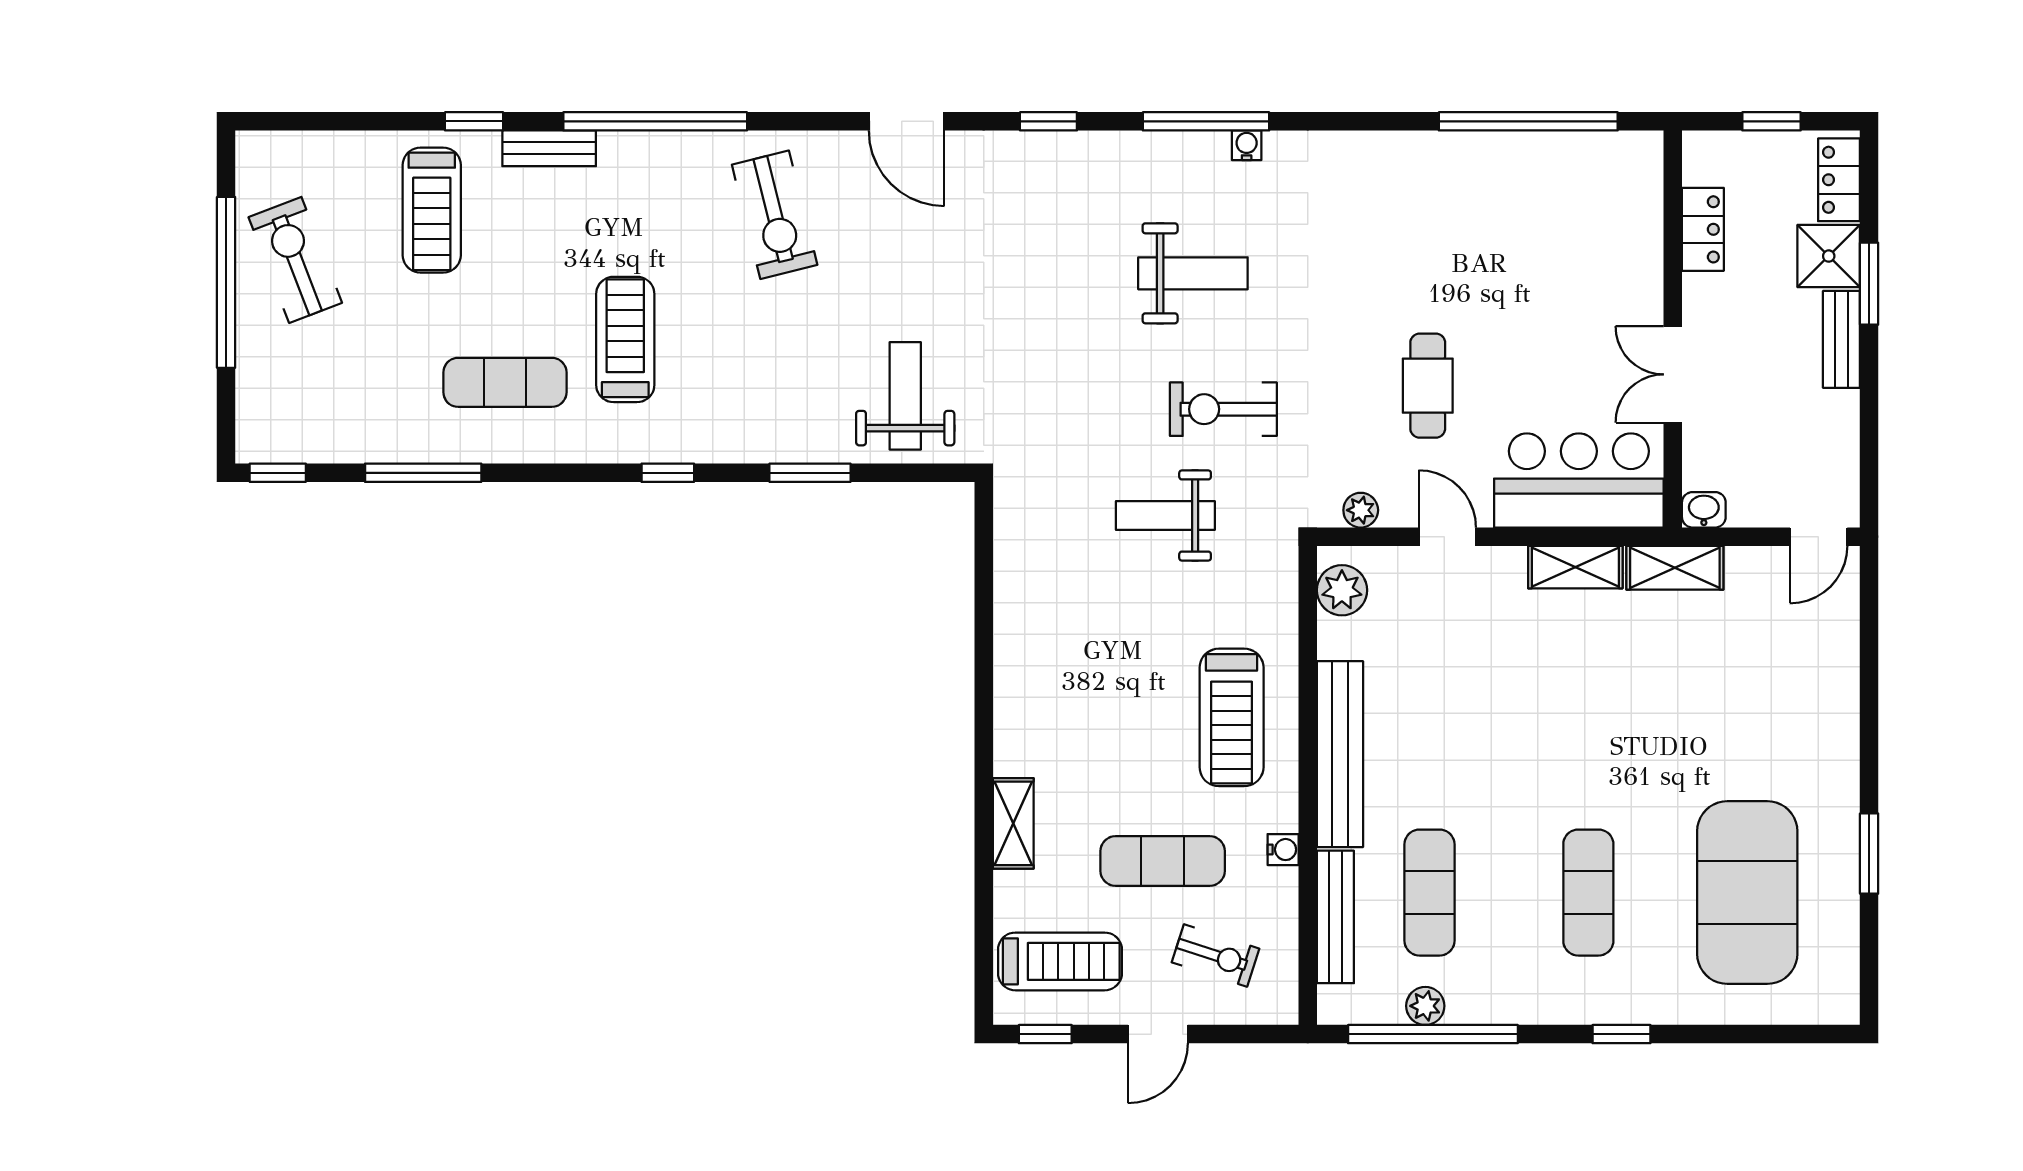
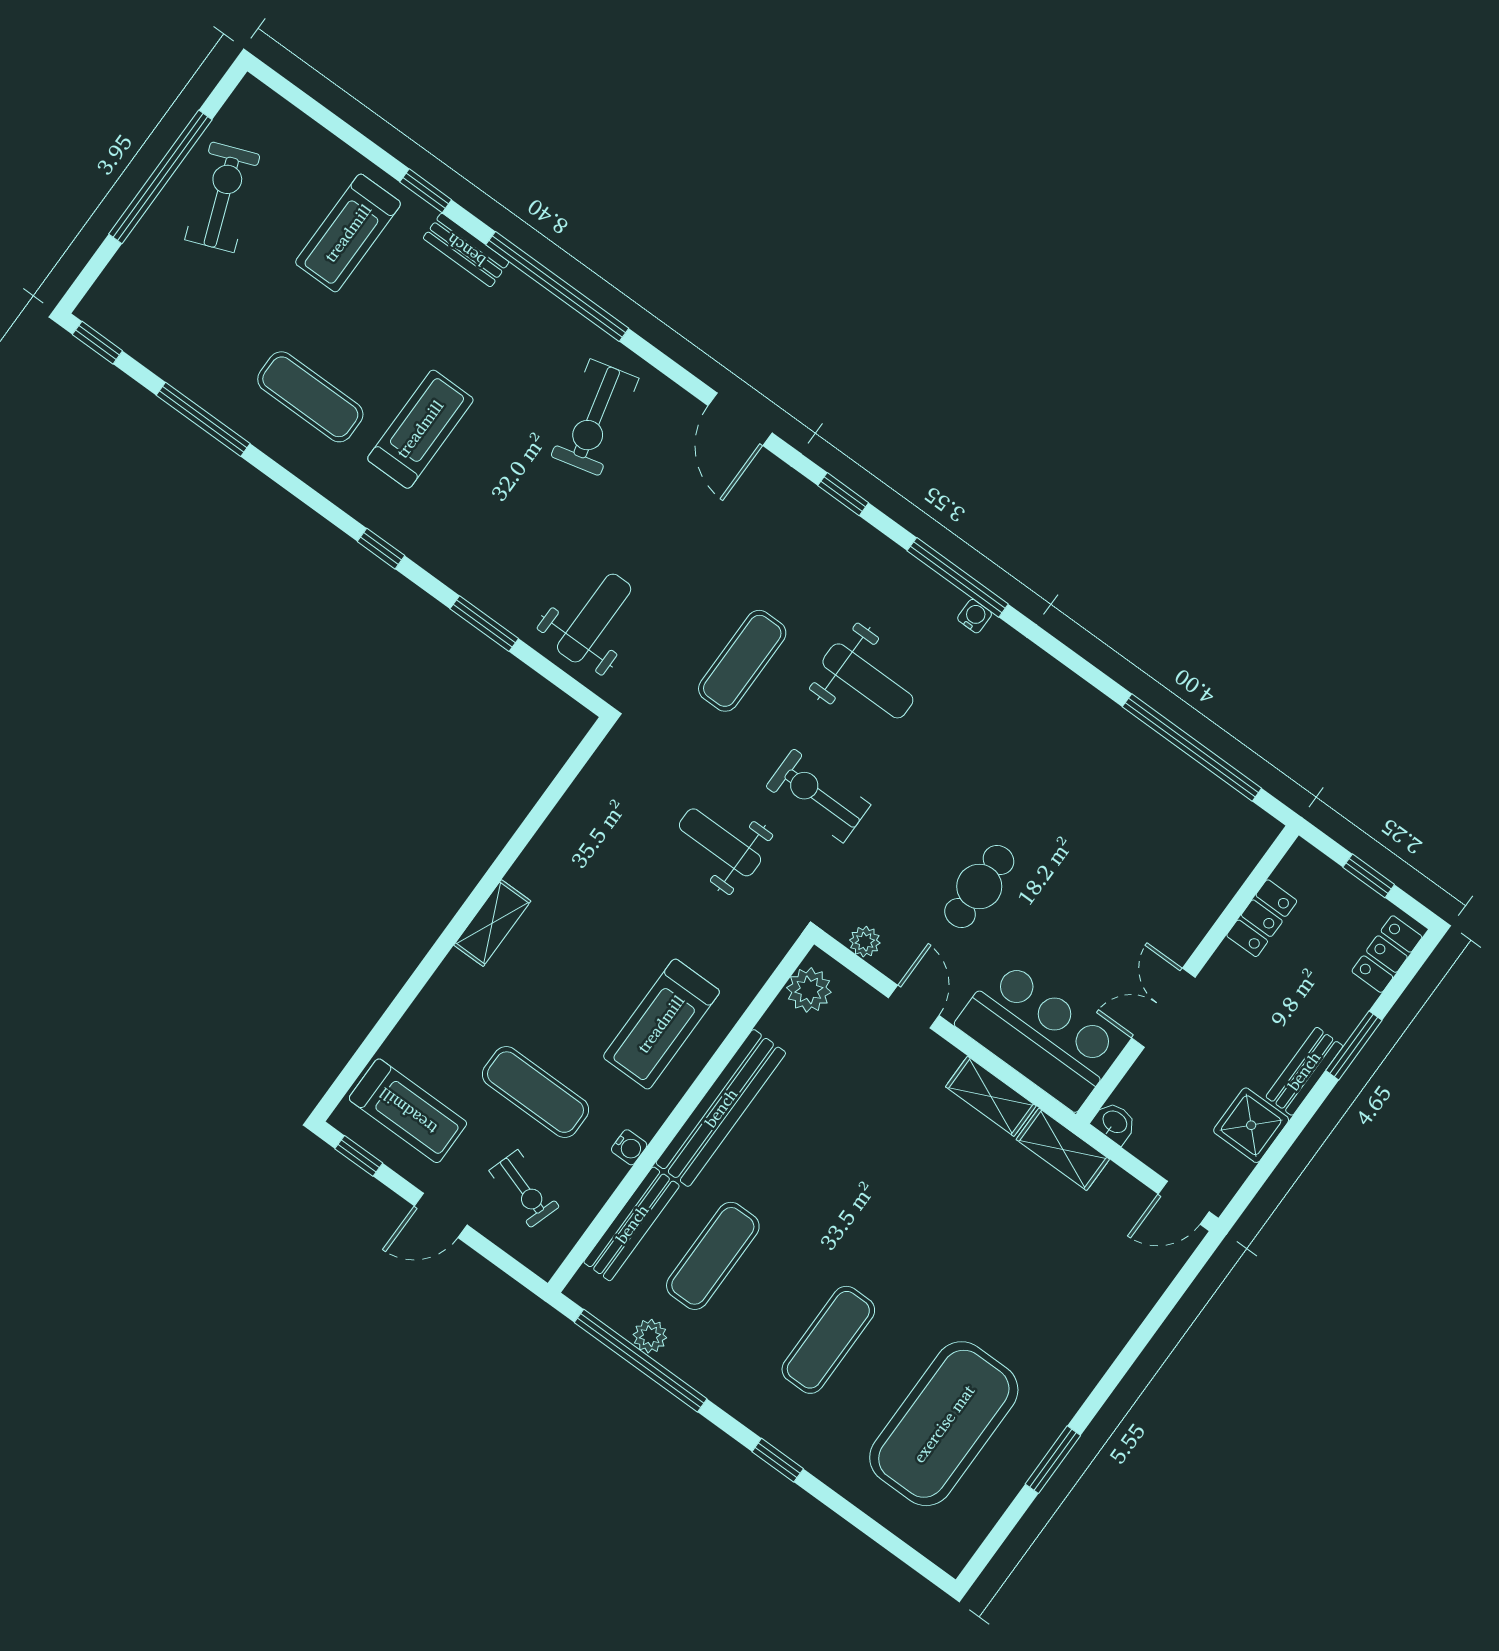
shower: (1829, 256) -> (1251, 1125), moved
exercise mat: (1067, 337) -> (742, 661), added
shelving: (1013, 823) -> (492, 923), moved

